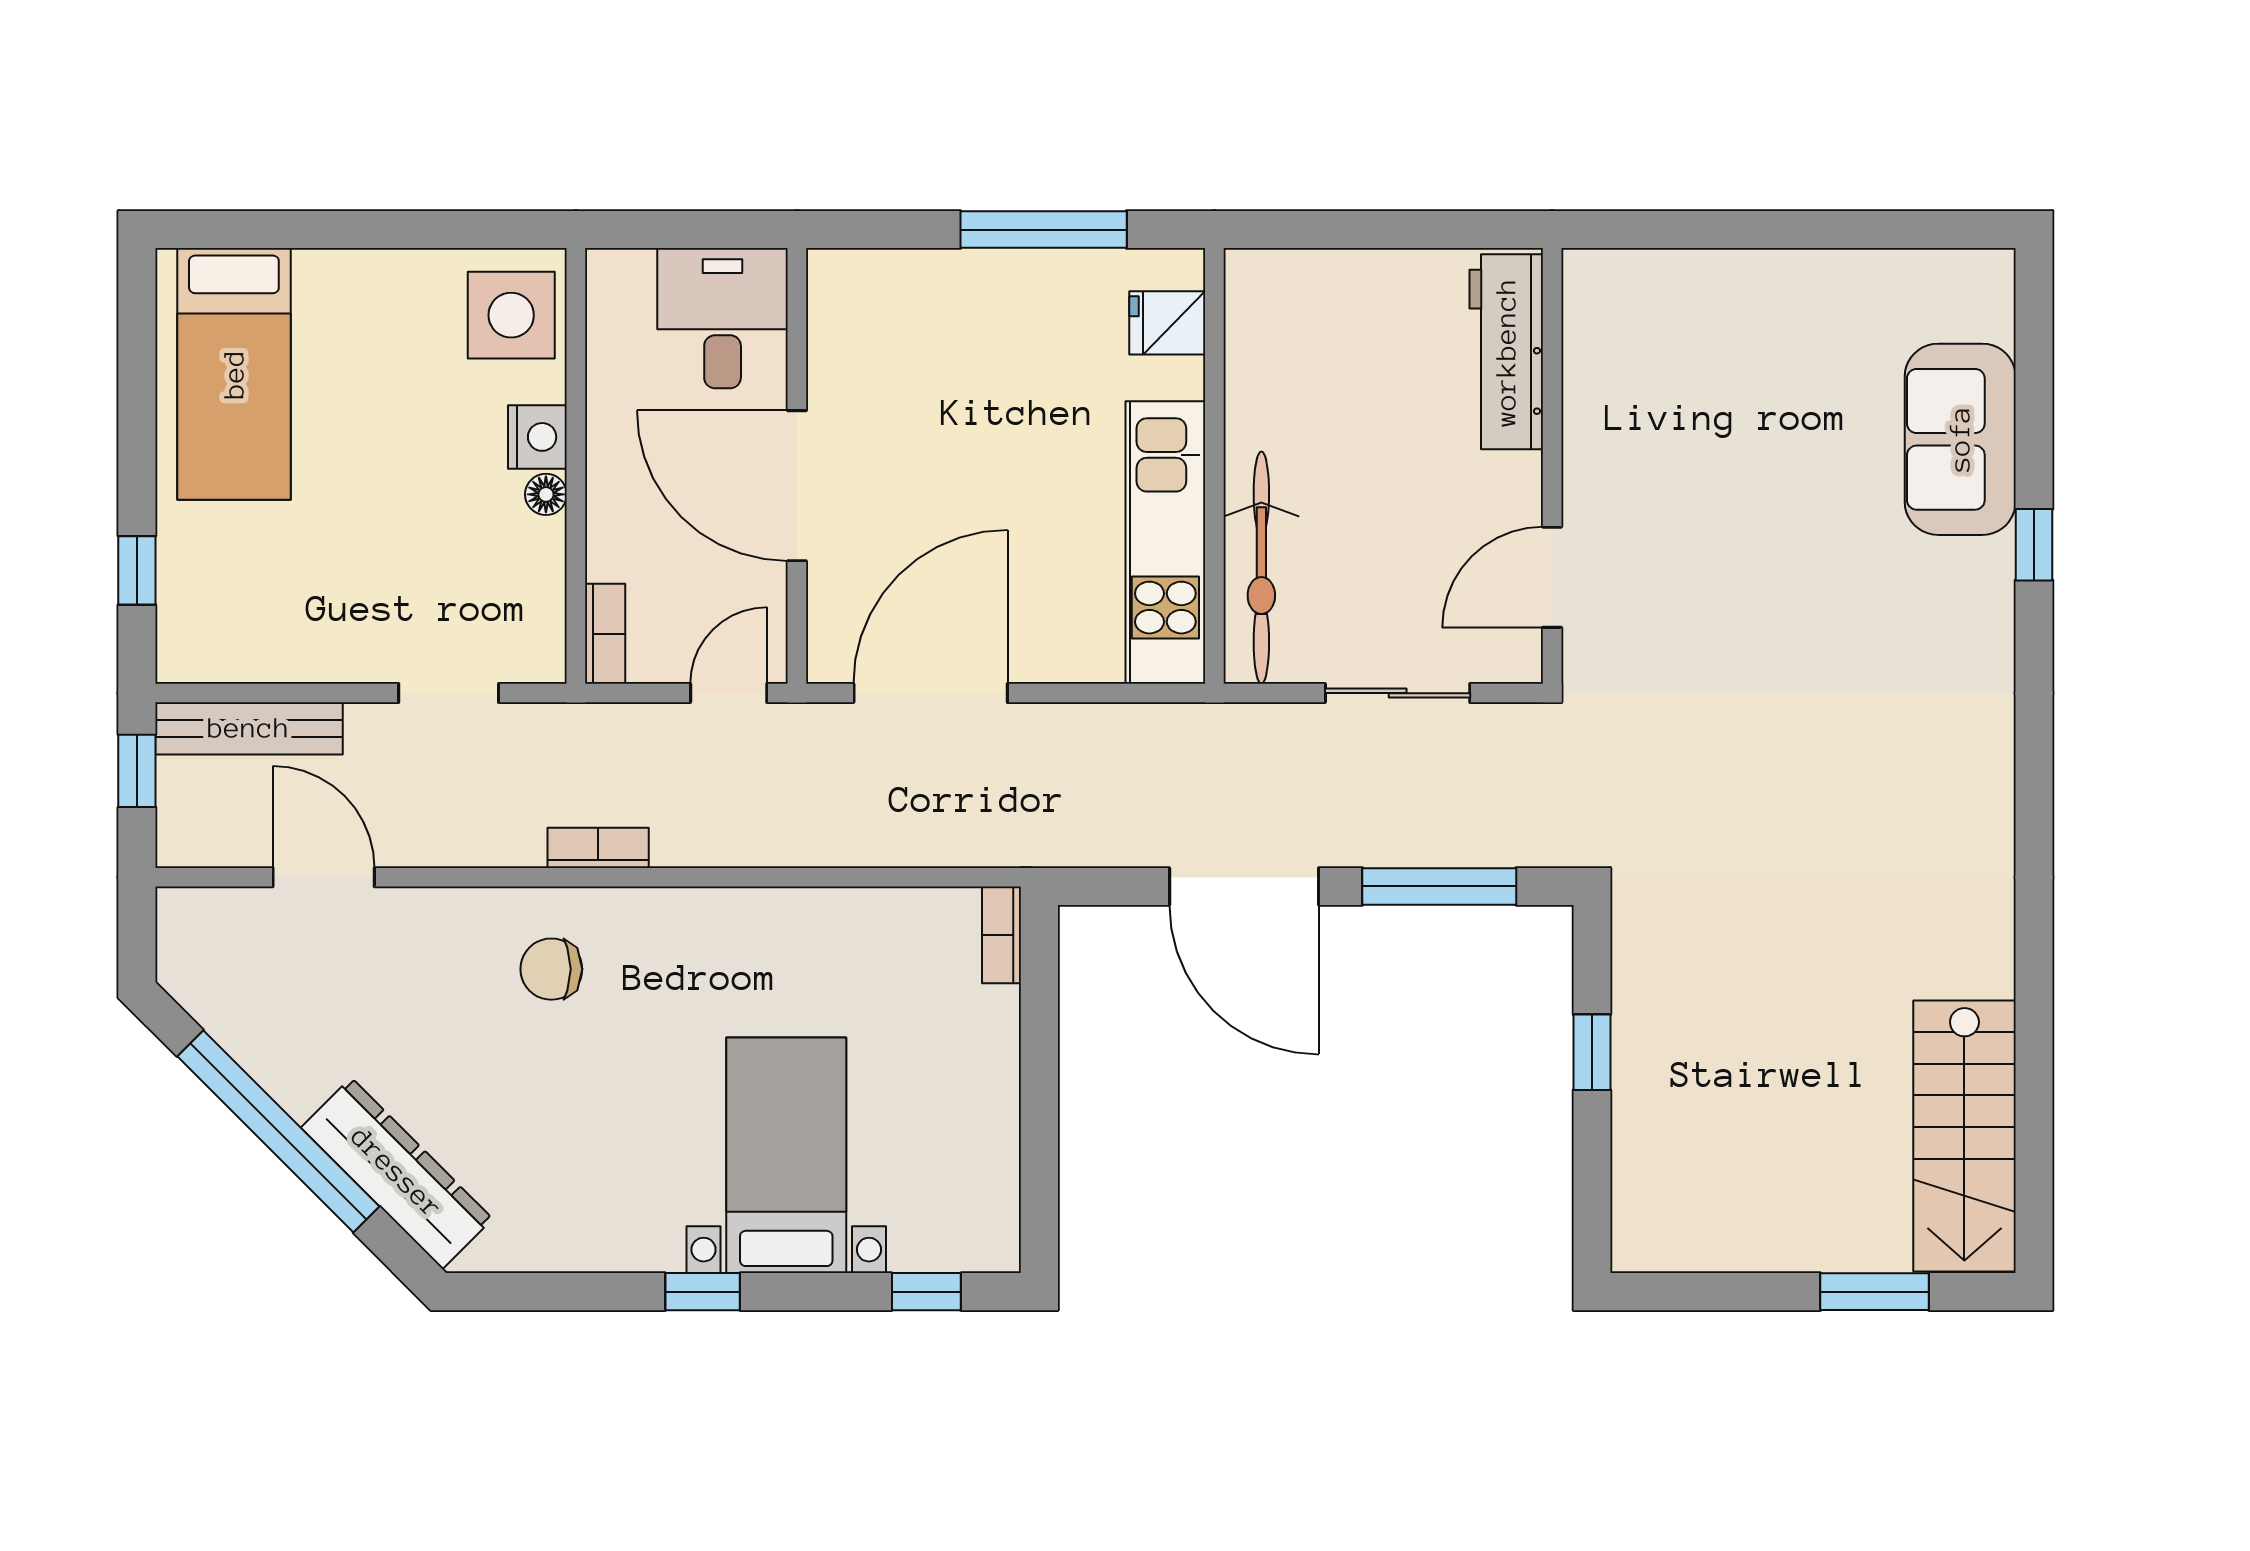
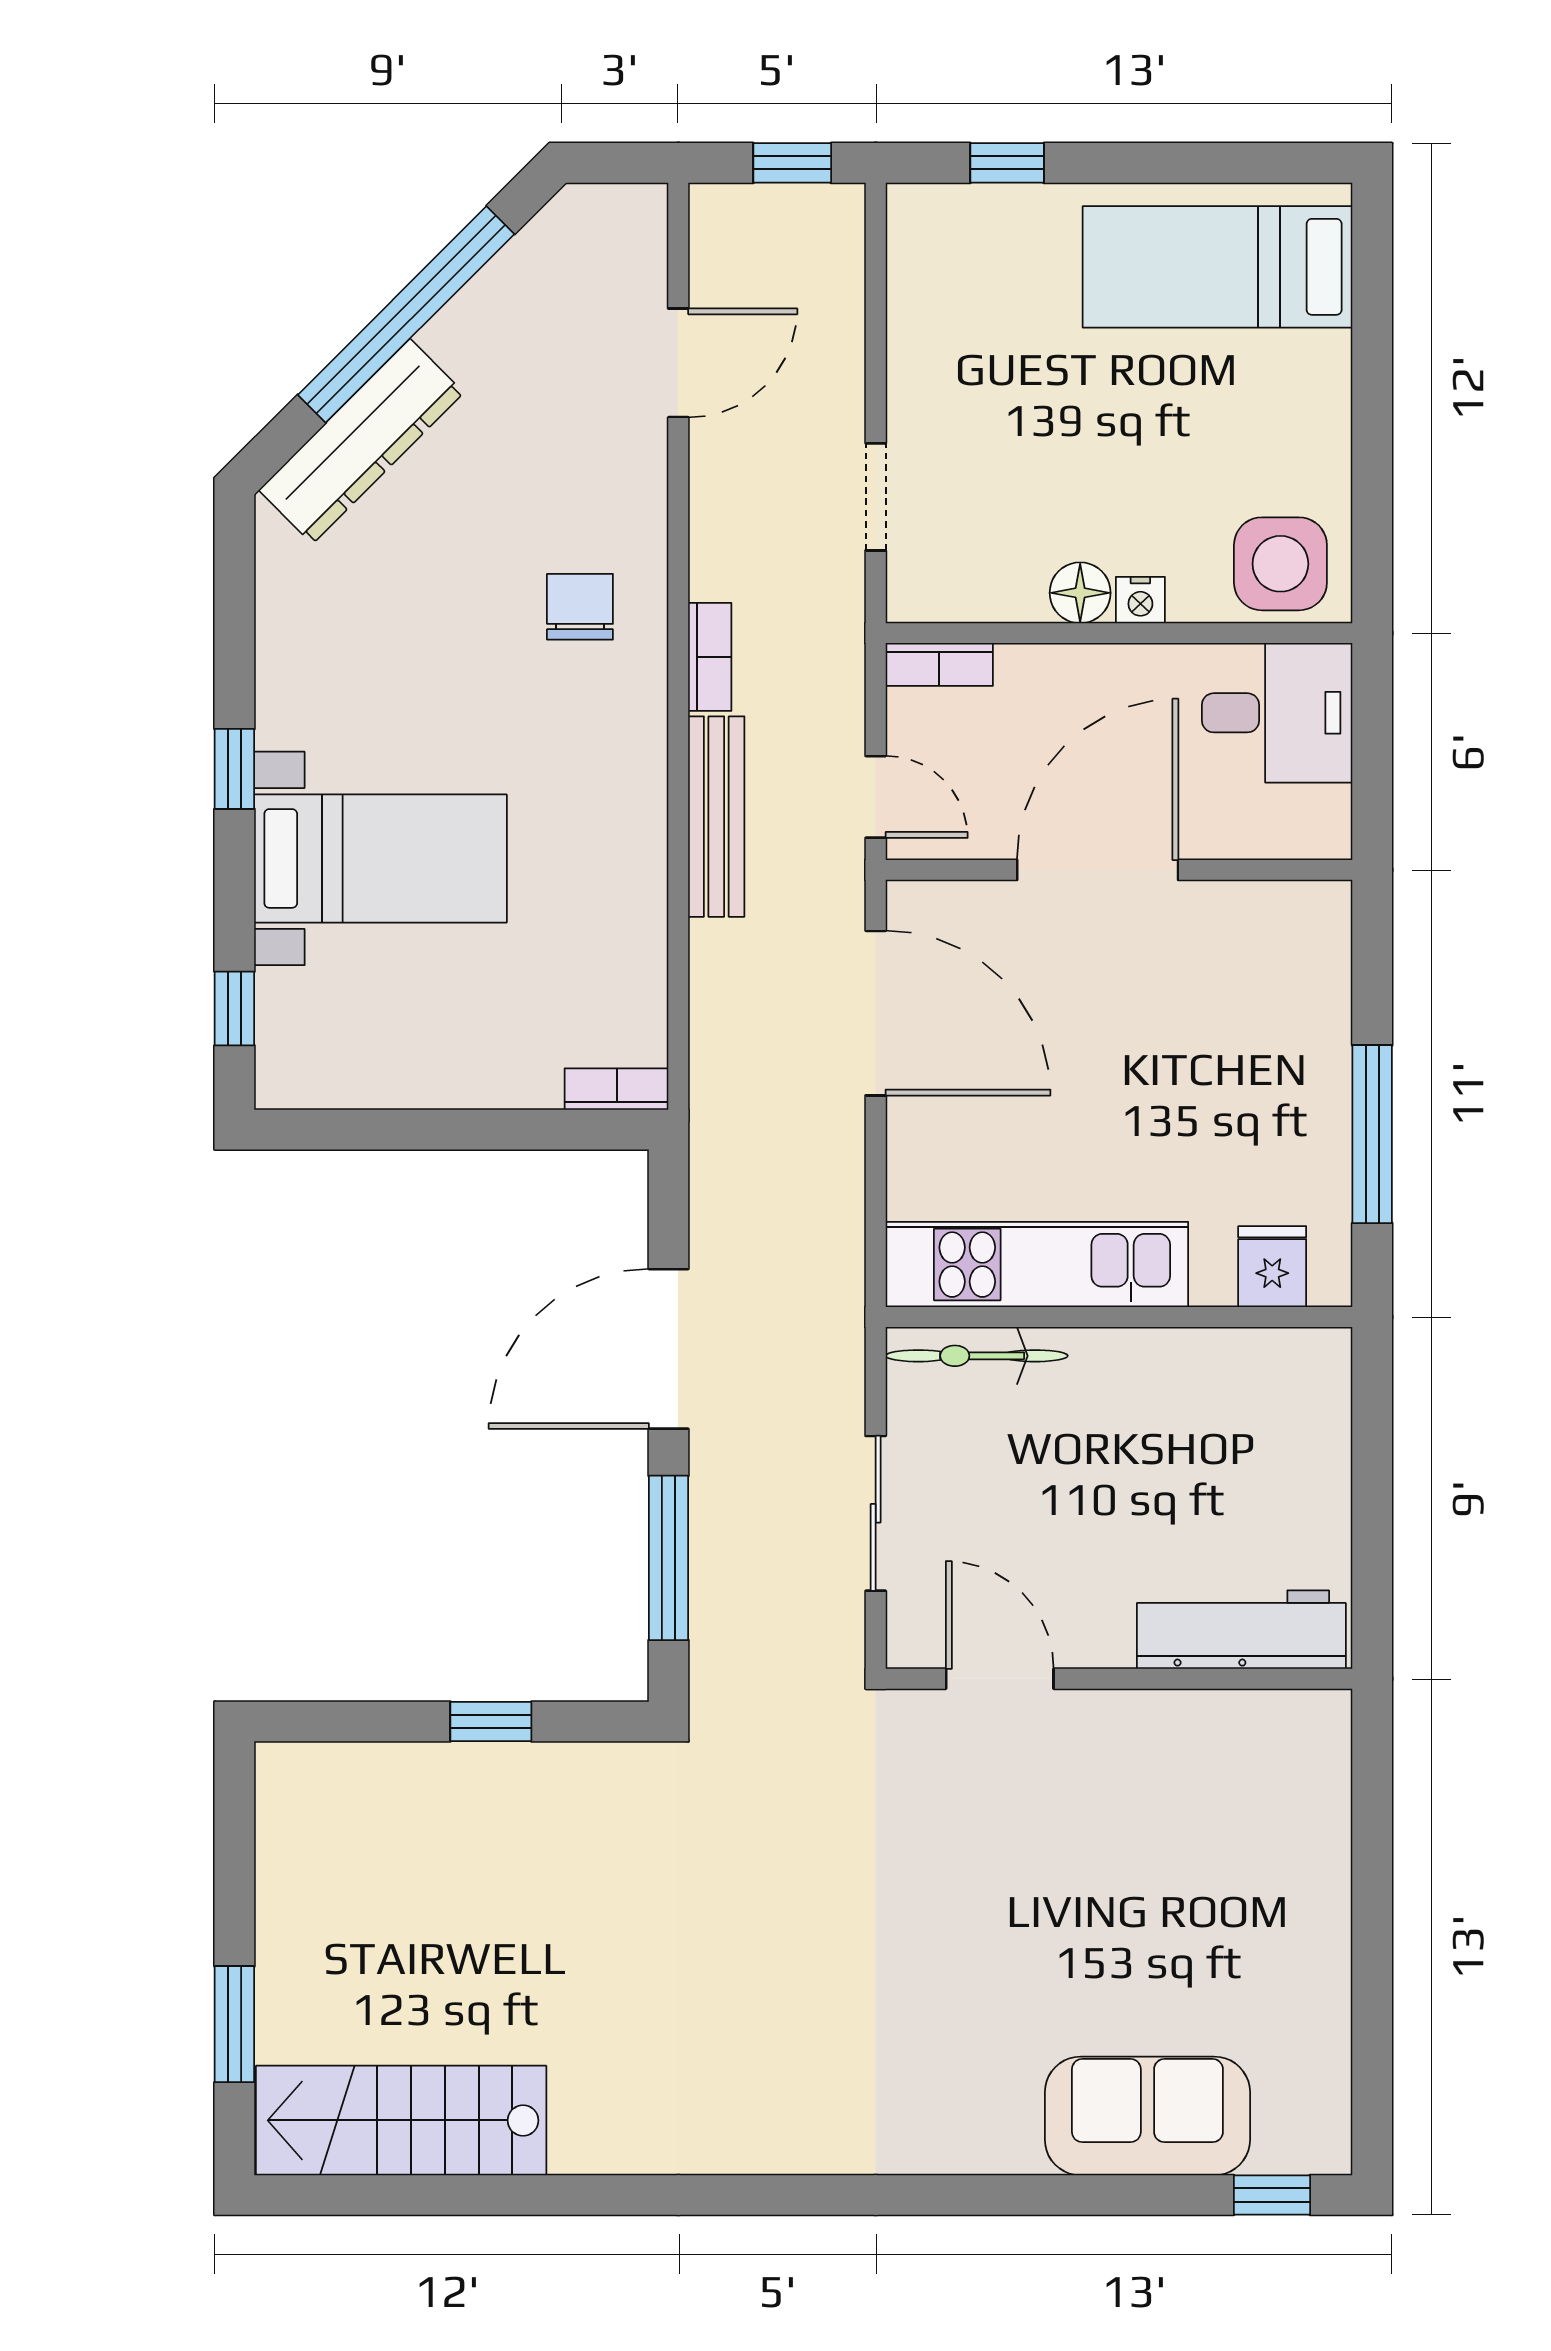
desk: (723, 318) -> (1277, 713), moved
nightstand: (537, 437) -> (1140, 600), width x0.72, depth x0.74
floor lamp: (546, 494) -> (1080, 593), width x1.37, depth x1.37
window: (2034, 545) -> (1272, 2195), moved
bicycle: (1261, 568) -> (977, 1356), width x0.73, depth x0.71
bench: (249, 728) -> (716, 817), moved

